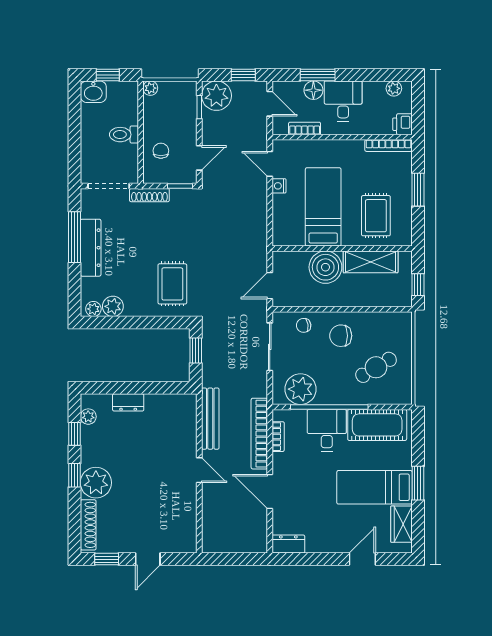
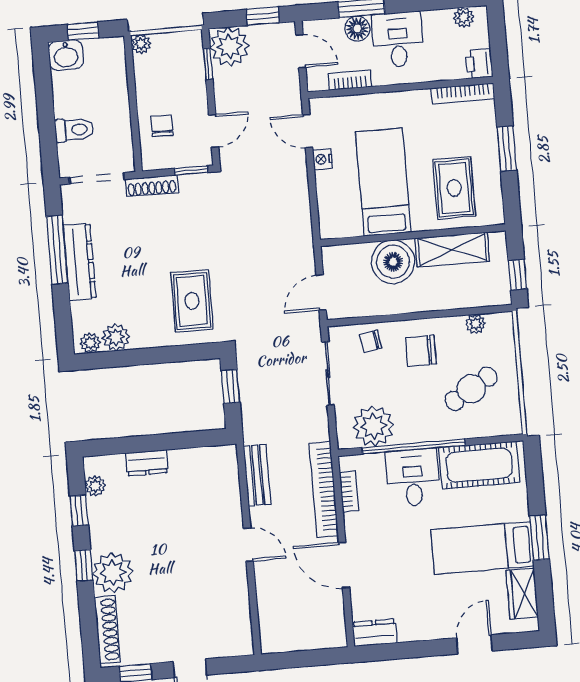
toilet: (124, 135) -> (74, 130), moved, turned 180
plant: (383, 319) -> (476, 324), added
bench: (210, 419) -> (257, 475), width x0.73

